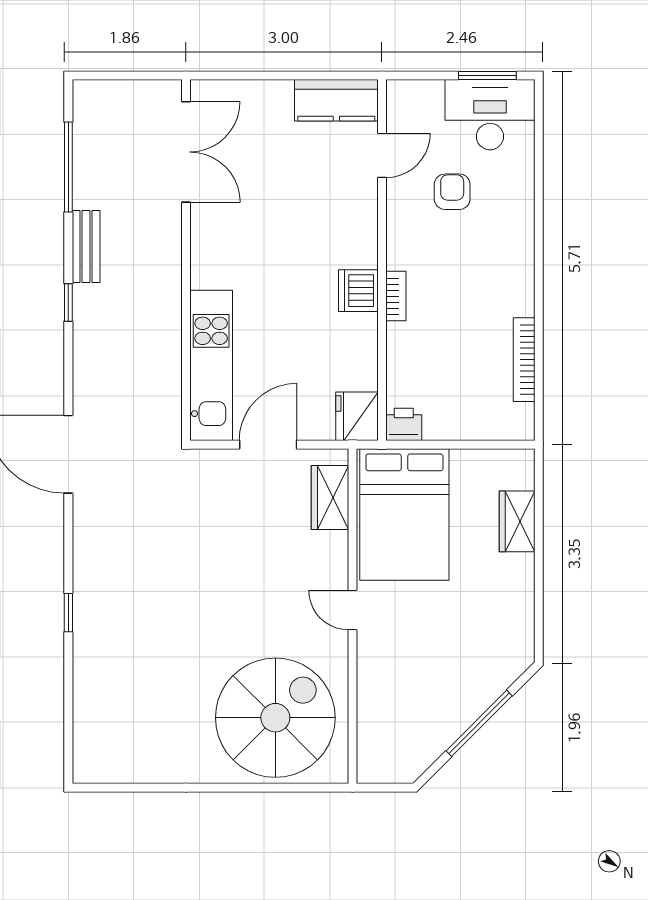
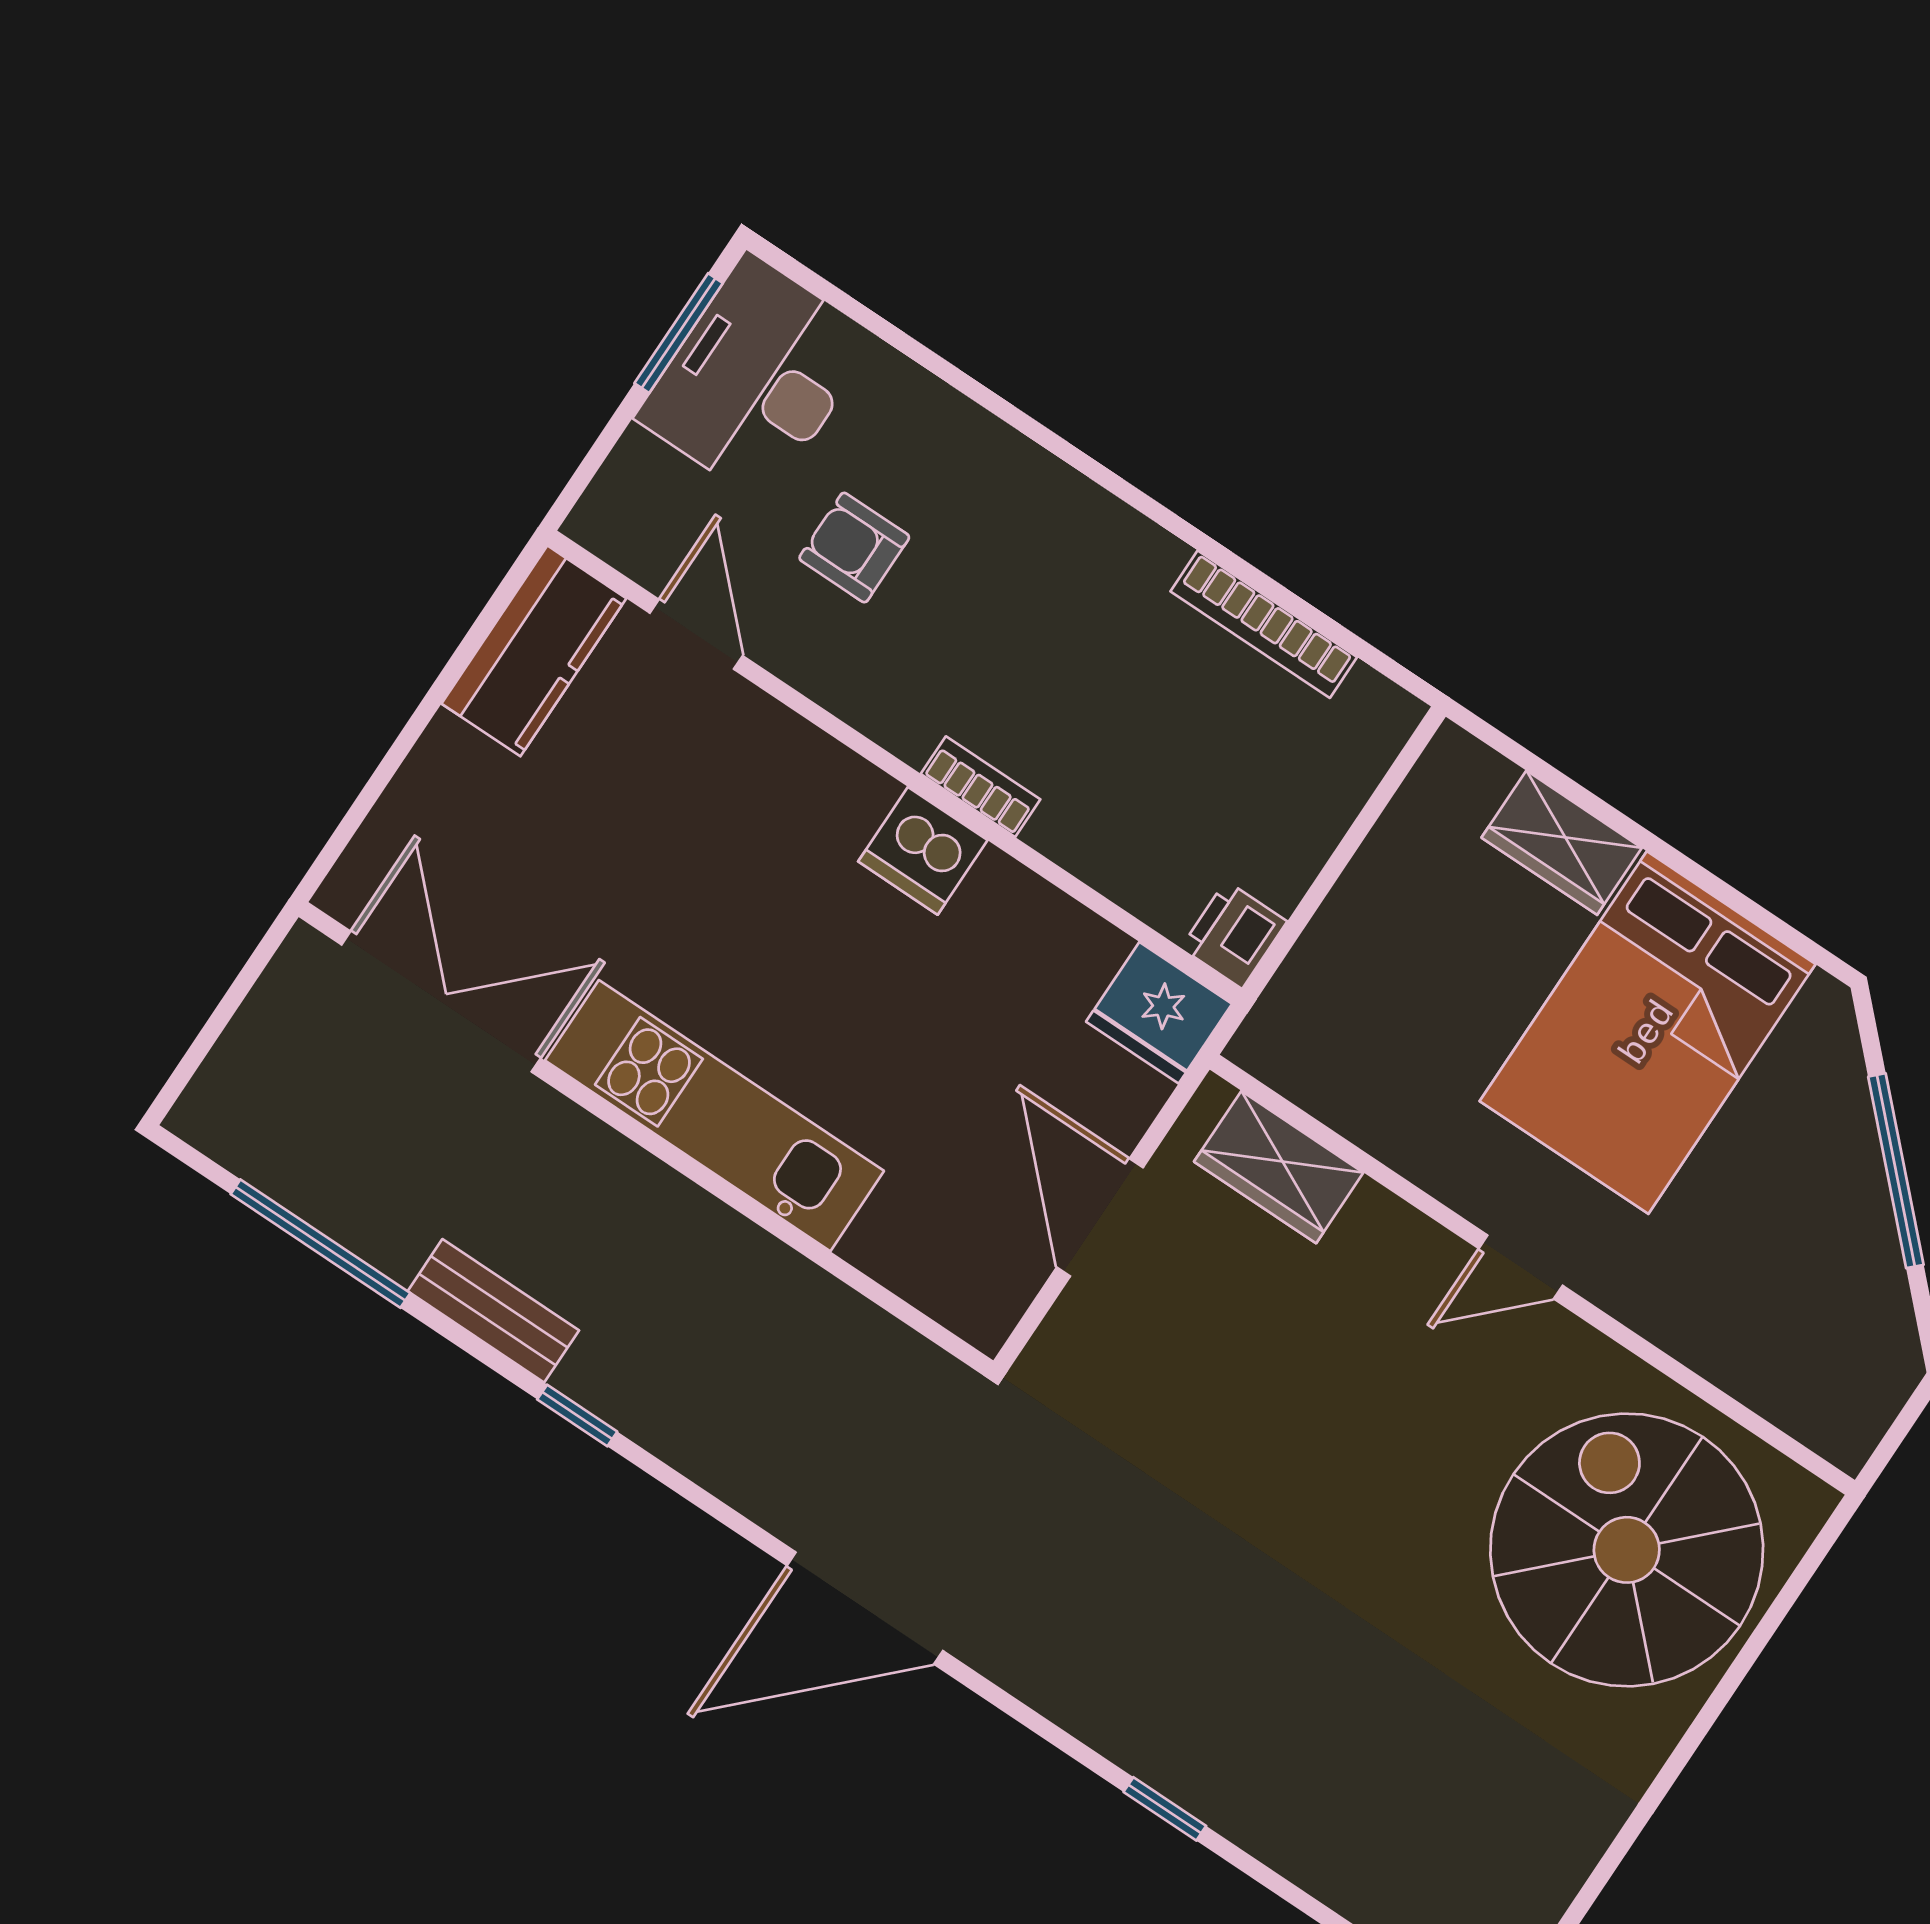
kitchen unit: (211, 365) -> (715, 1116), moved
bed: (404, 514) -> (1648, 1033), moved, turned 90

